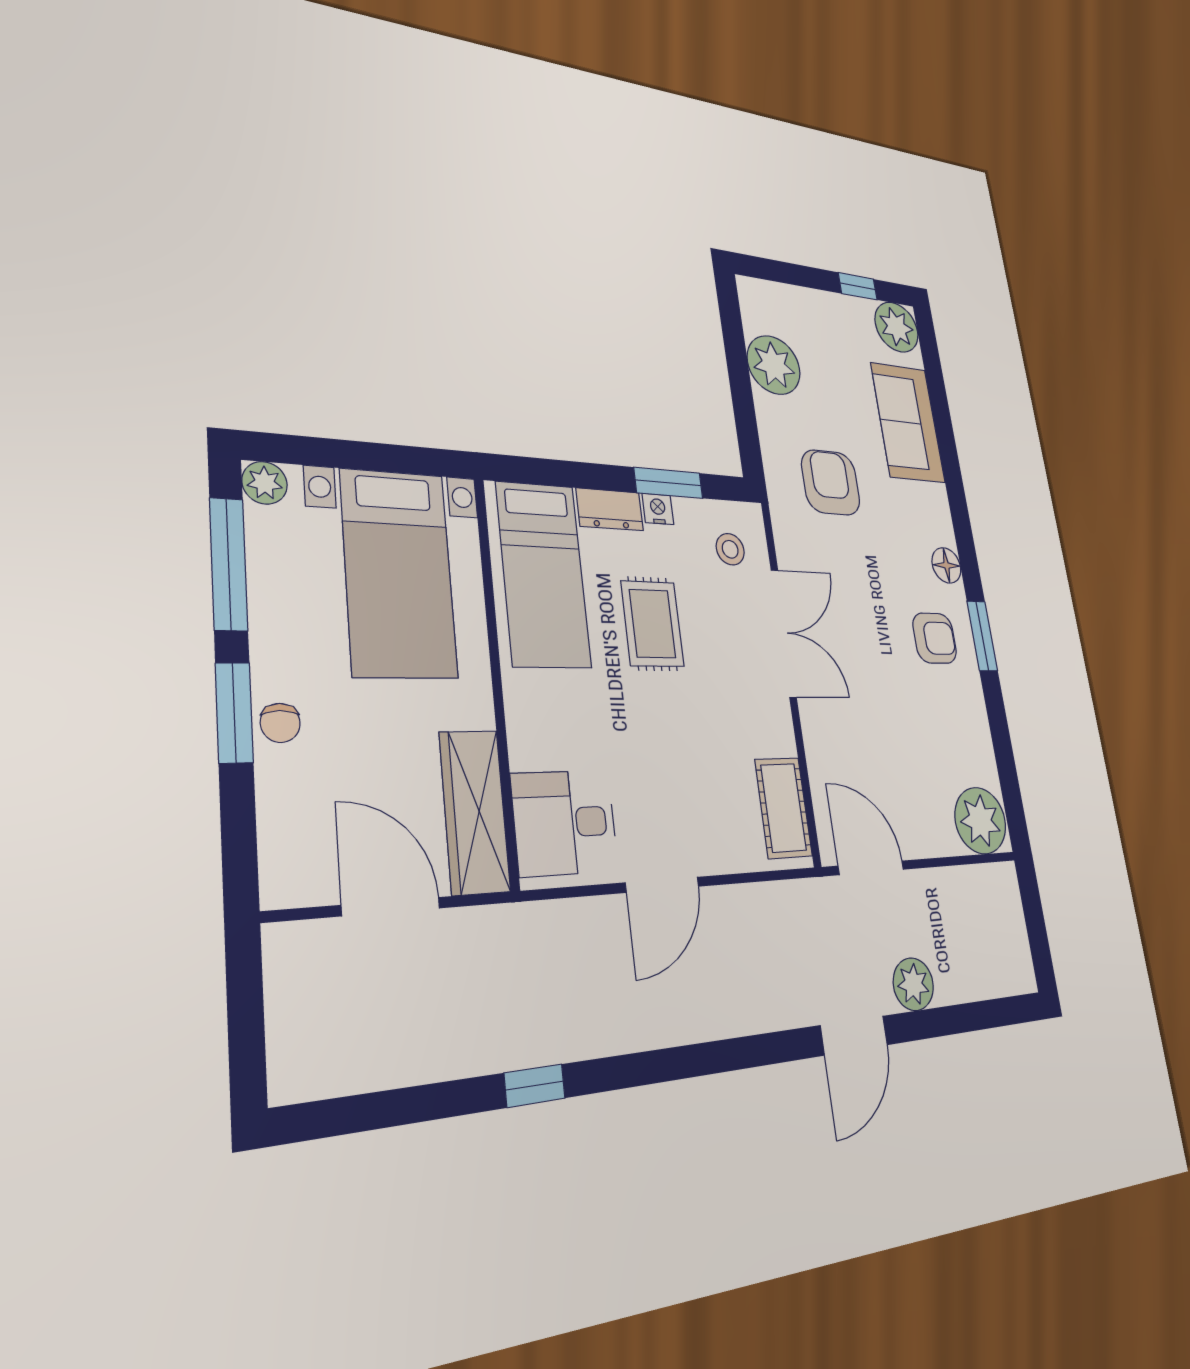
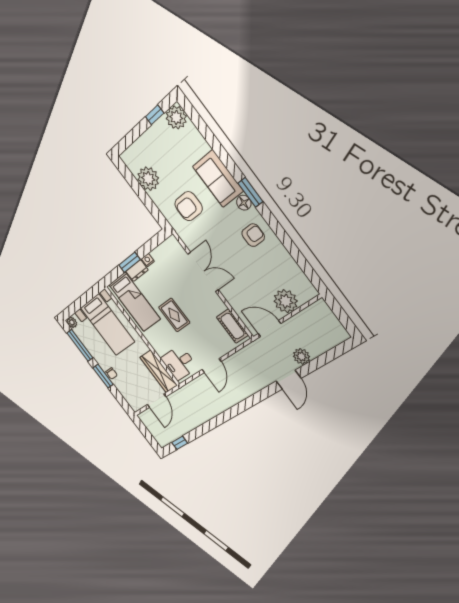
sofa: (908, 423) -> (218, 179), moved
armchair: (831, 482) -> (189, 206), turned -90
window: (668, 483) -> (129, 262), moved
stool: (730, 549) -> (173, 257), removed
rug: (652, 624) -> (174, 315), moved
window: (982, 636) -> (250, 192), moved
plant: (980, 821) -> (286, 301), moved
door: (391, 907) -> (157, 401), swing flipped
window: (535, 1086) -> (180, 443), moved

